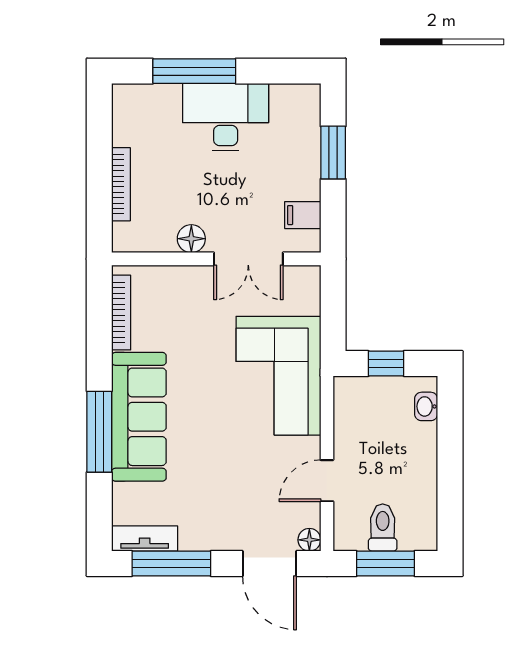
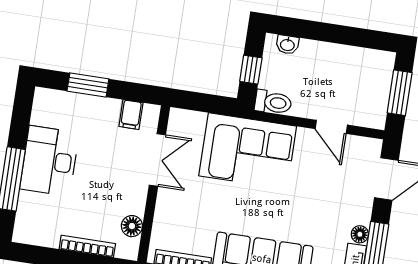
floor lamp: (191, 239) -> (132, 226), moved
toilet: (383, 528) -> (273, 102), moved, turned 180
floor lamp: (309, 540) -> (360, 234), moved

